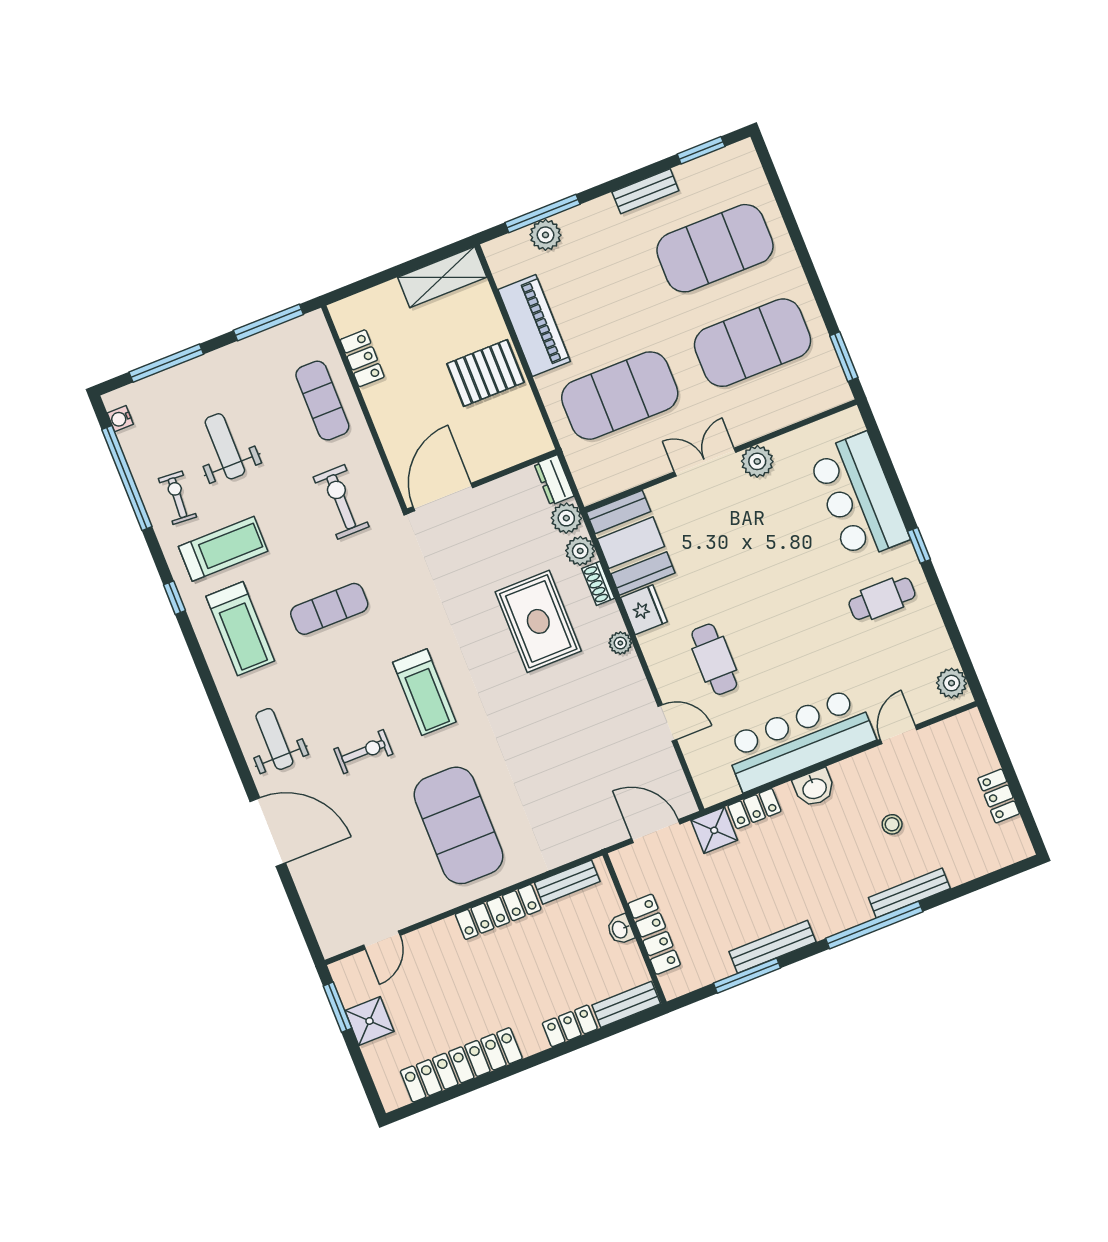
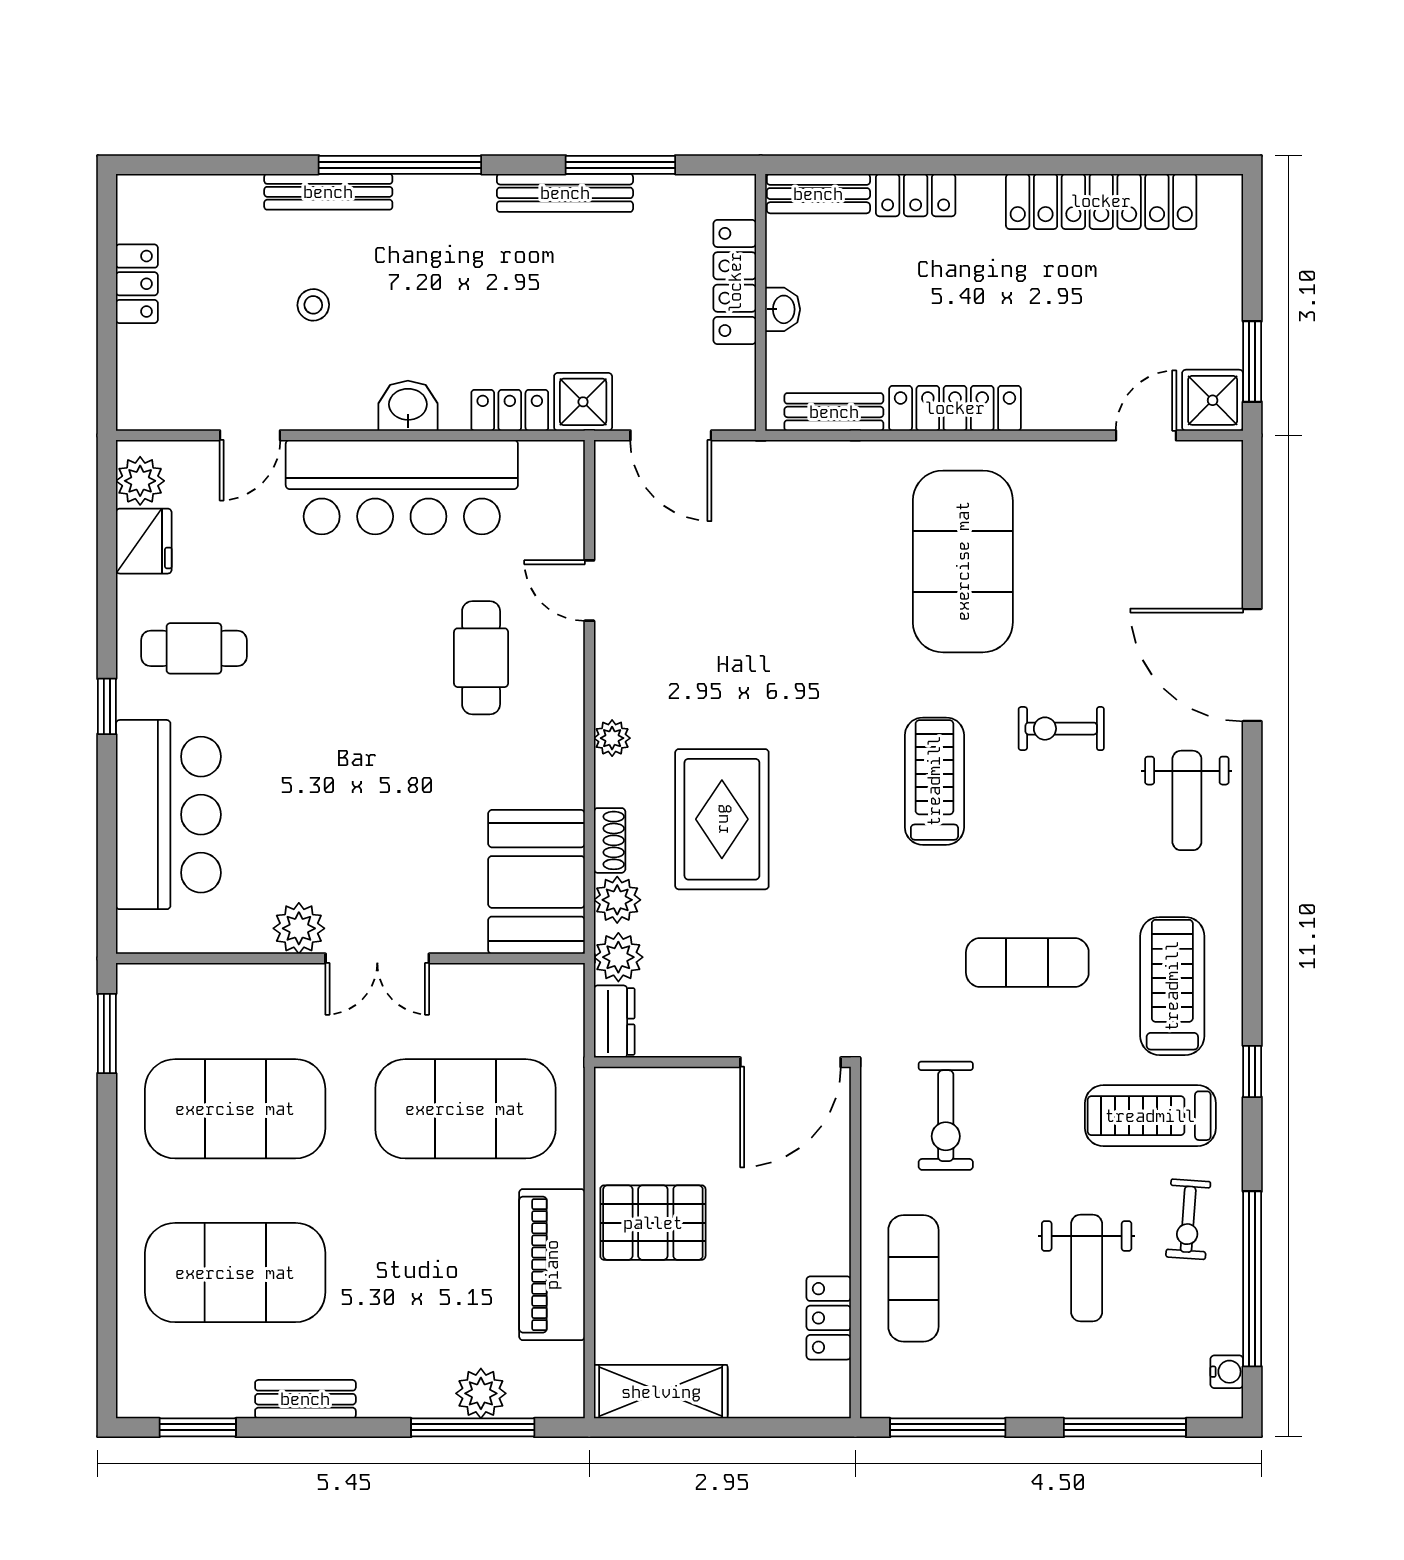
fridge: (644, 610) -> (144, 541), moved, turned 180
shower: (369, 1021) -> (1213, 400), moved

